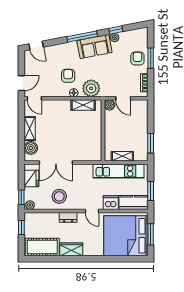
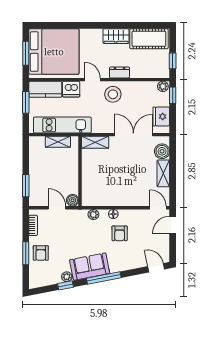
plant: (91, 88) -> (93, 215), width x0.53, depth x0.53
shelving: (83, 105) -> (95, 142), moved
window: (151, 143) -> (26, 186), moved
stool: (59, 196) -> (113, 94), moved

